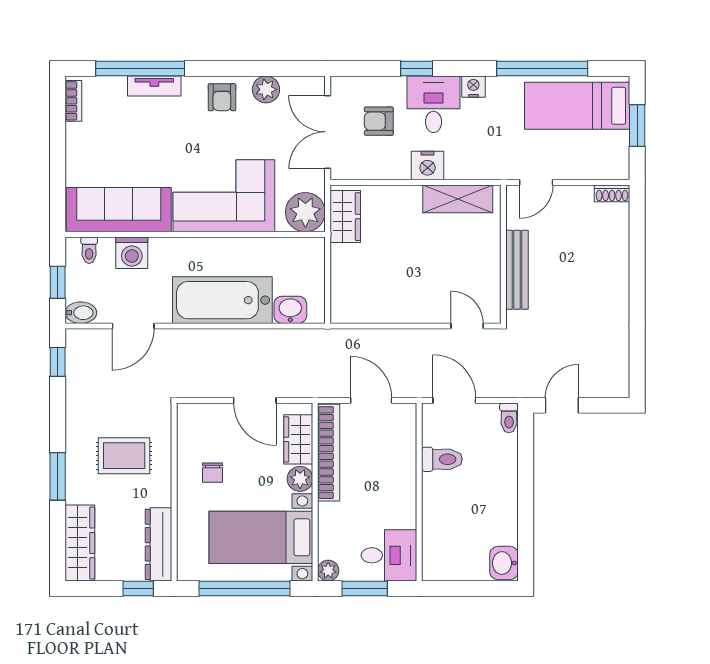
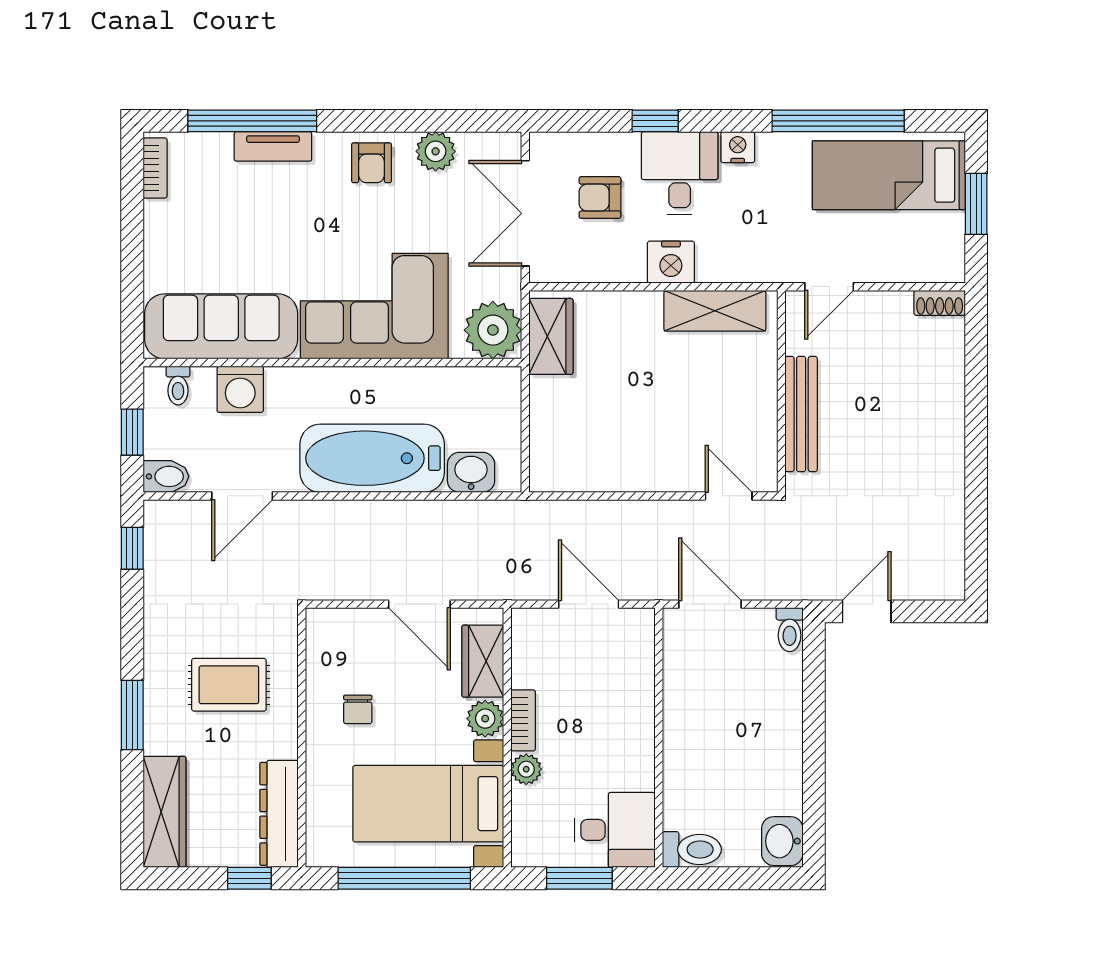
bookcase: (329, 453) -> (523, 720), width x0.43, depth x0.76
toilet: (442, 459) -> (692, 849), moved
plant: (328, 571) -> (526, 769), moved

